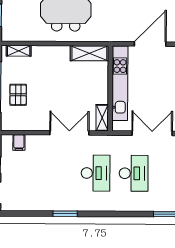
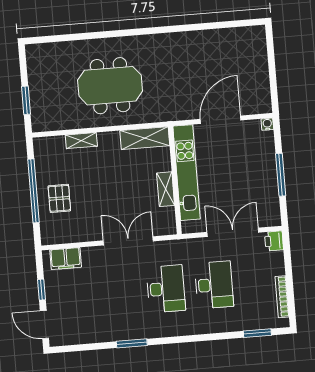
shelving: (19, 51) -> (81, 141), moved
shelving: (102, 118) -> (166, 189), moved
filing cabinet: (19, 142) -> (66, 259), width x2.00

